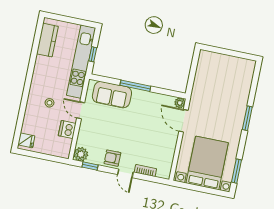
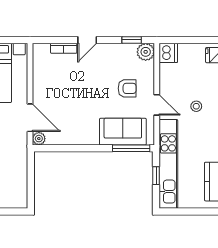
window: (135, 86) -> (131, 148), moved
dishwasher: (67, 130) -> (168, 53), moved
armchair: (112, 158) -> (127, 88), moved
door: (125, 173) -> (87, 40), swing flipped

